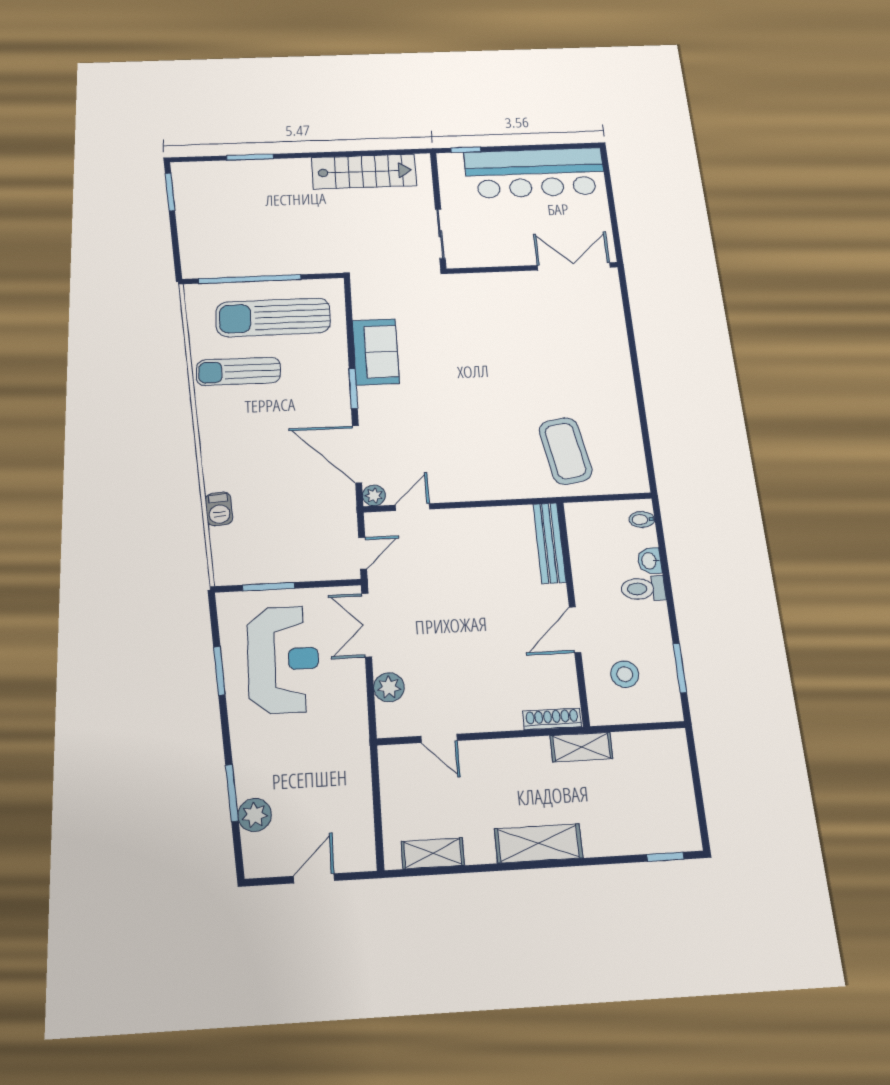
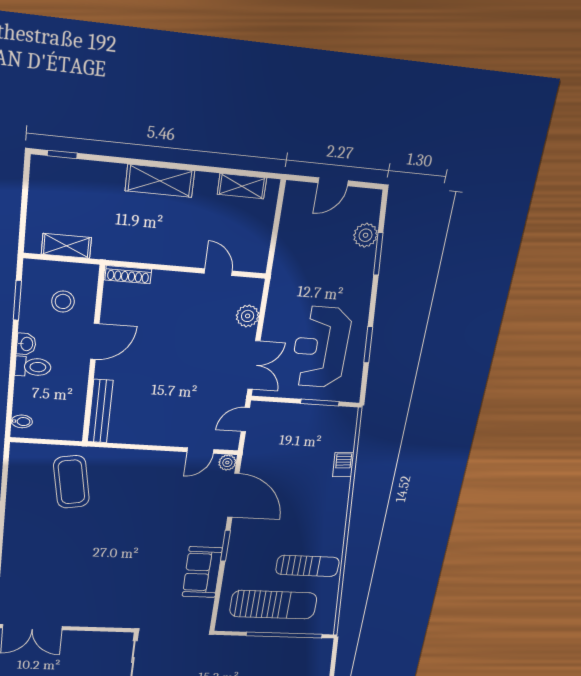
washbasin: (650, 561) -> (26, 344), moved
shelving: (581, 747) -> (66, 246), moved

